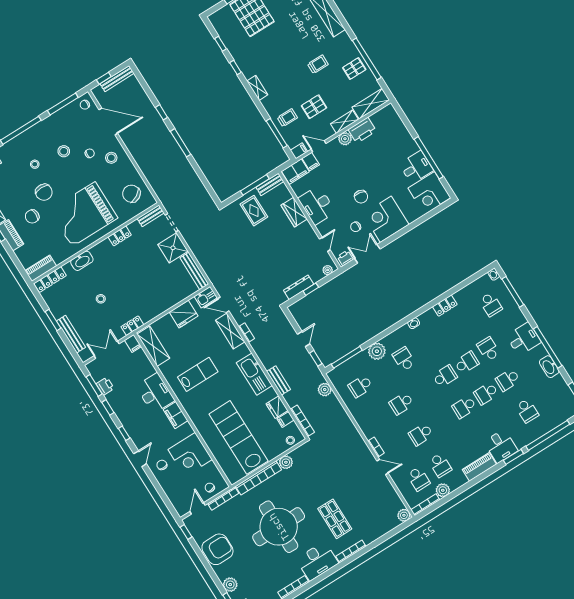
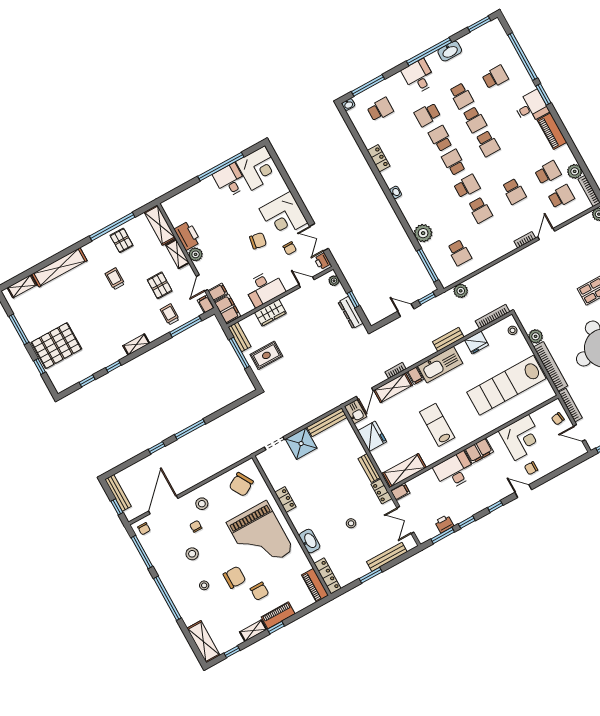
bench: (151, 216) -> (369, 468), moved
school desk: (404, 359) -> (467, 186), moved, turned 180
filing cabinet: (286, 419) -> (415, 376), moved

